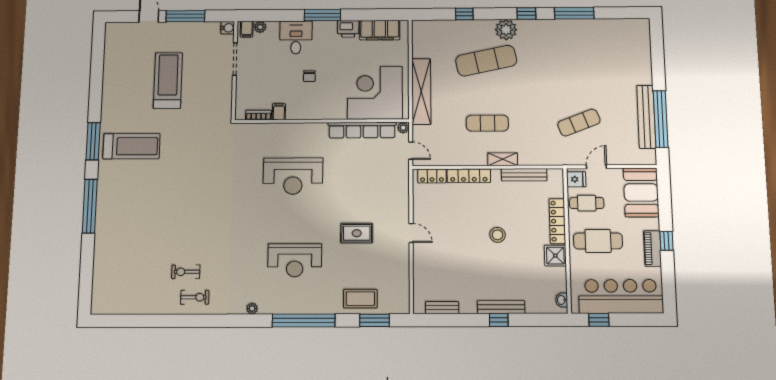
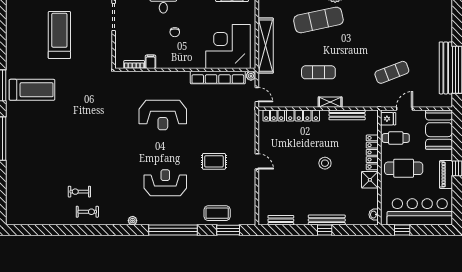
reception desk: (295, 260) -> (165, 183), turned 180

